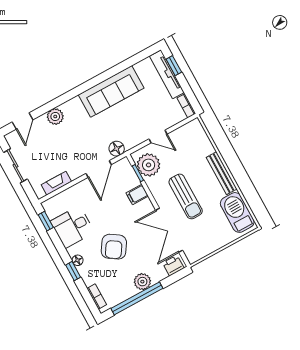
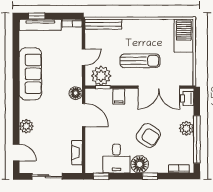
bench: (222, 173) -> (103, 24), moved
barbecue: (237, 212) -> (184, 36), moved, turned 90
floor lamp: (78, 260) -> (140, 164), width x1.89, depth x1.89

